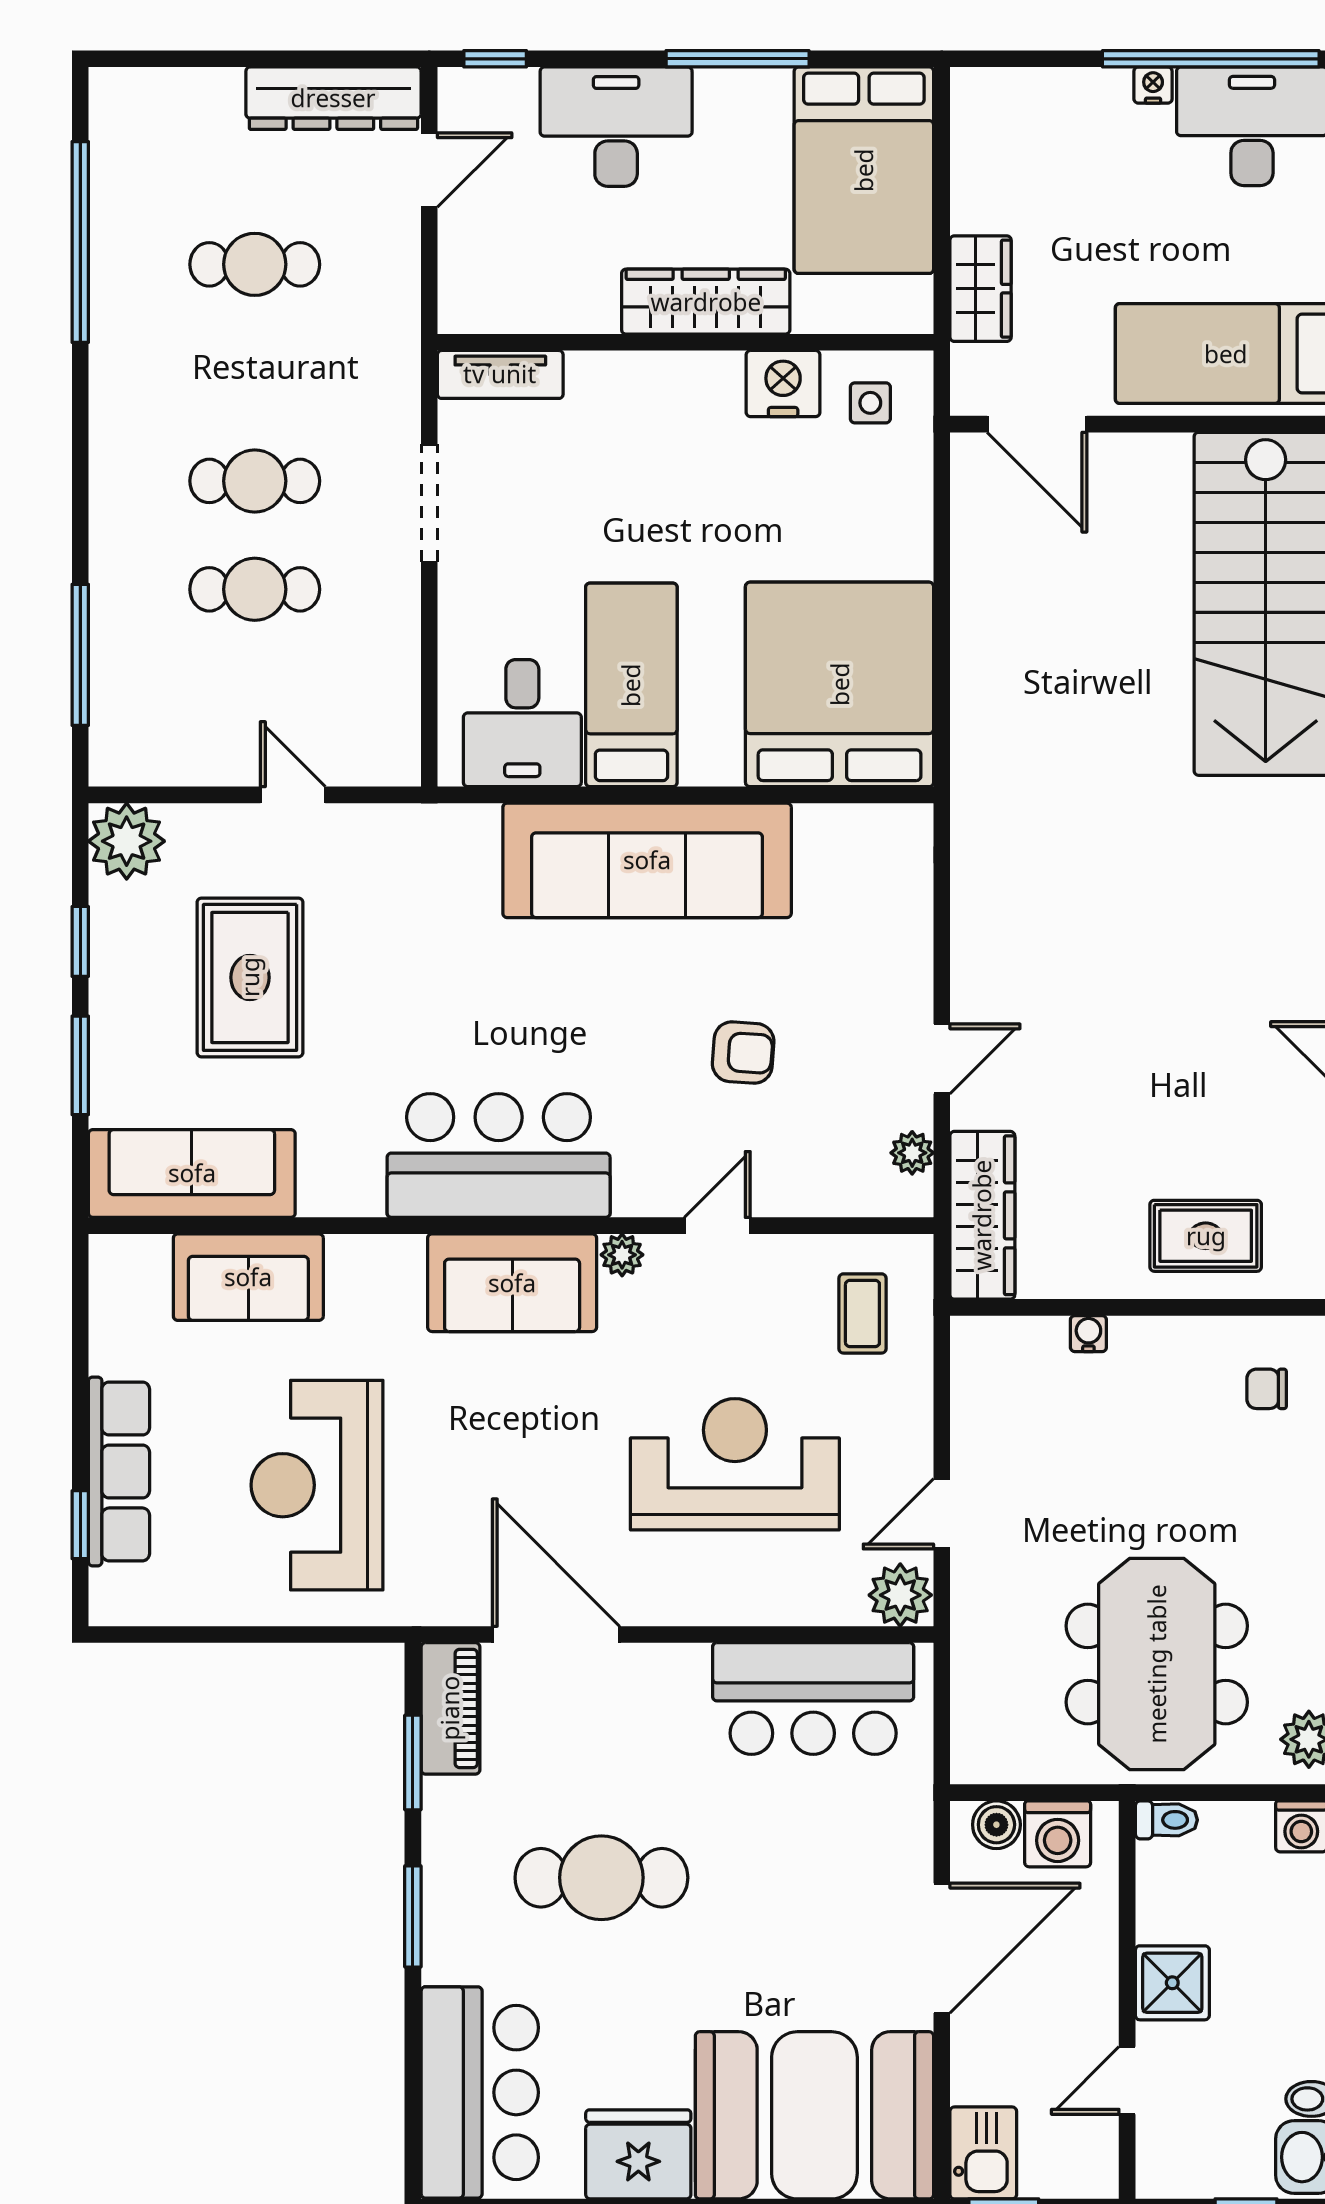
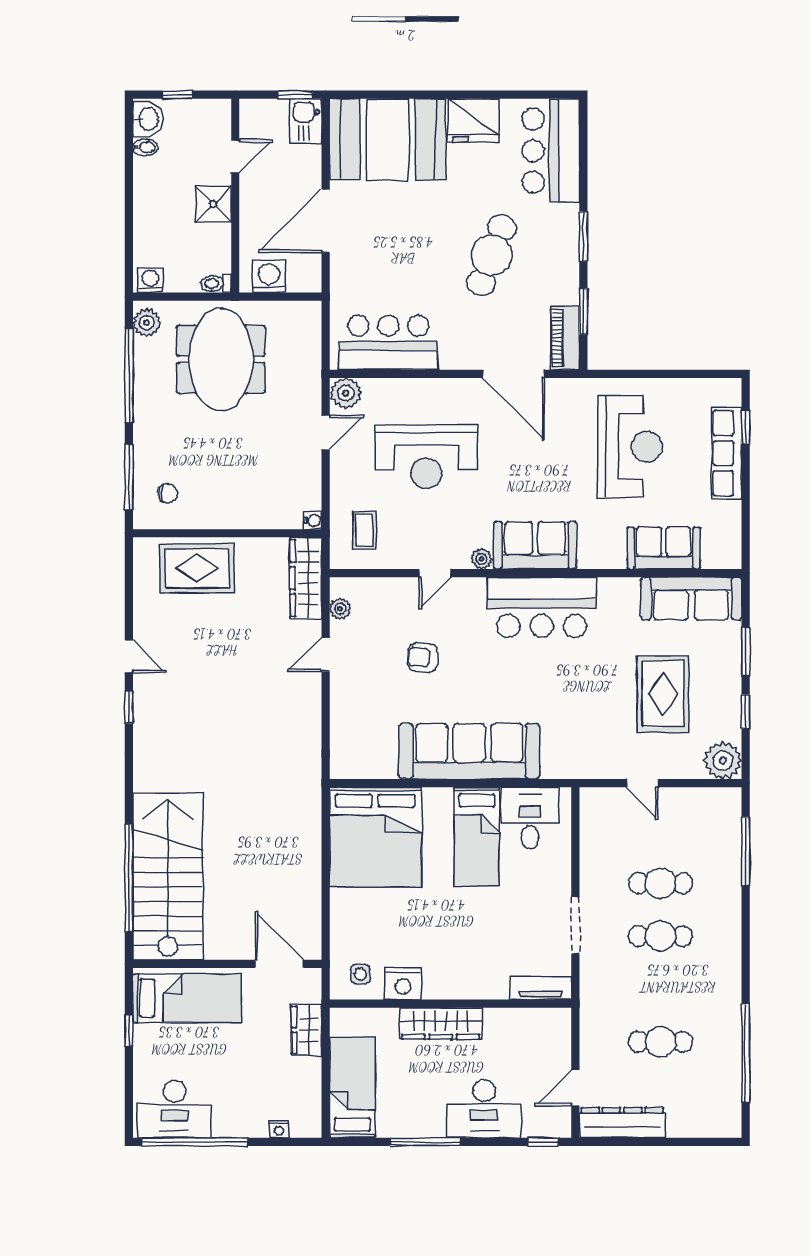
nightstand: (1153, 85) -> (279, 1129), moved
bed: (864, 170) -> (352, 1088), width x0.67
rug: (1206, 1236) -> (197, 568), width x1.36, depth x1.43
water cooler: (1088, 1334) -> (313, 520), moved, turned -90
boiler: (996, 1825) -> (299, 281), removed
cafe table: (601, 1878) -> (492, 255), turned -69

